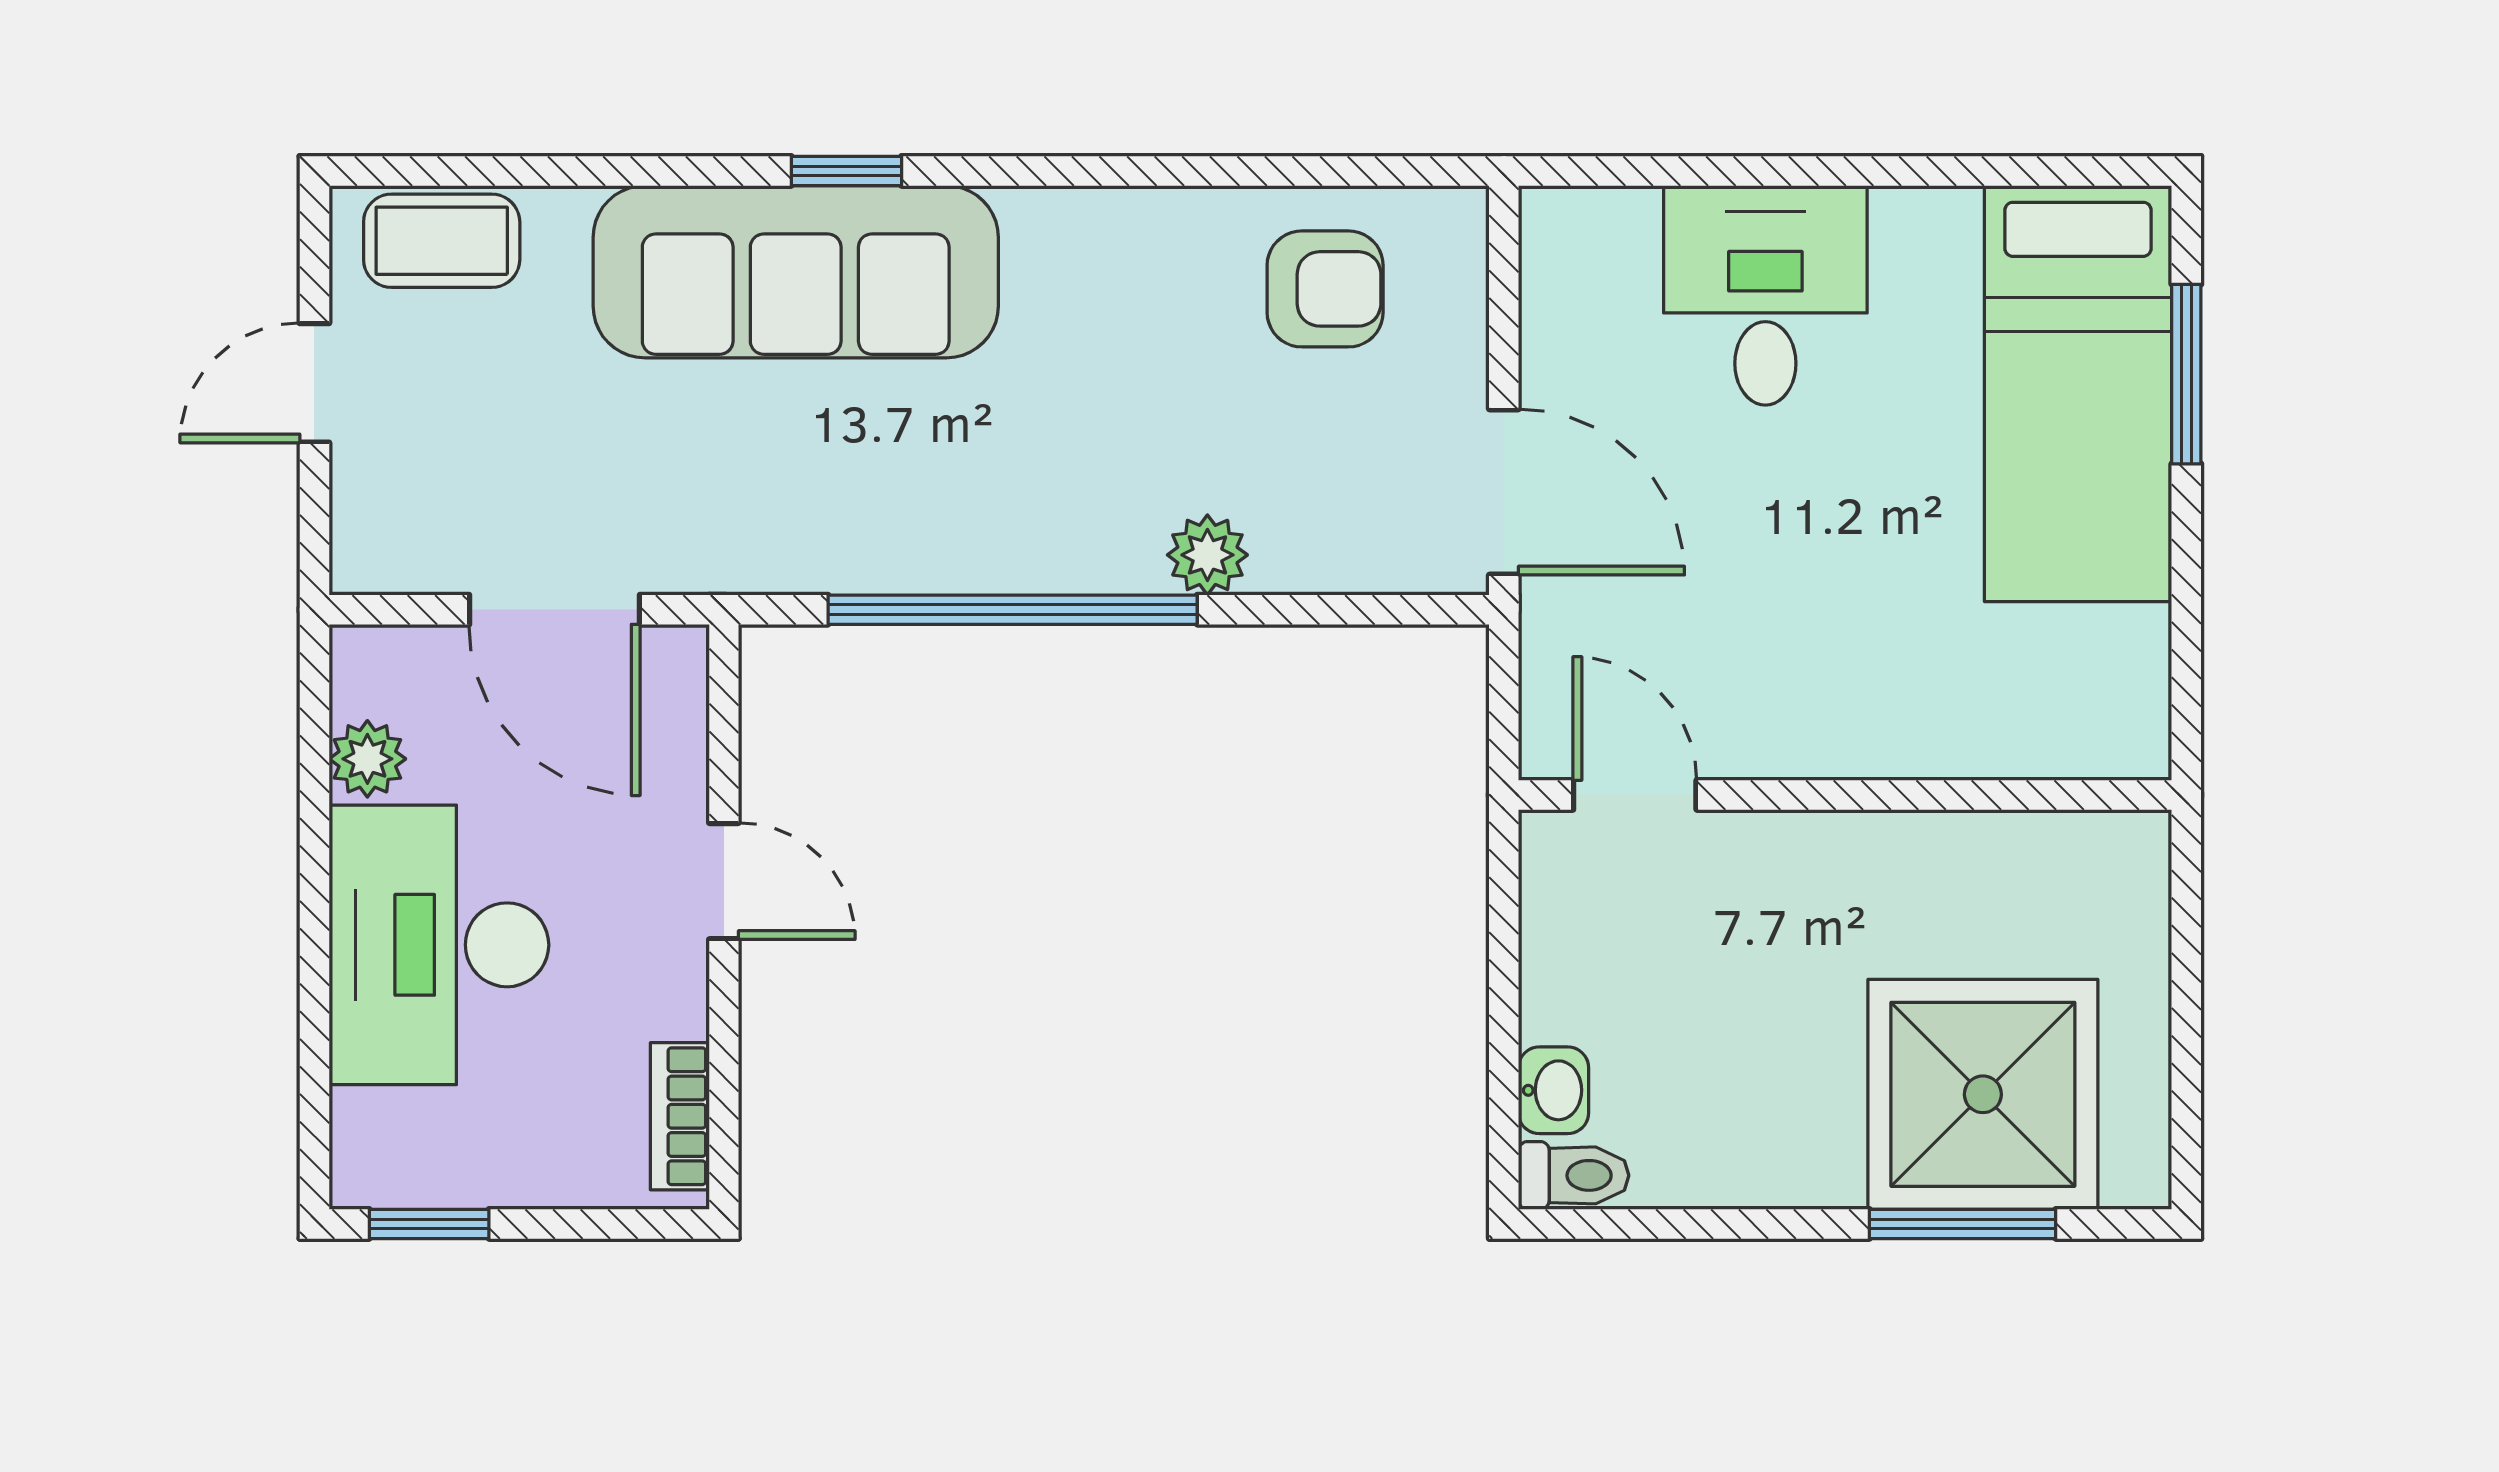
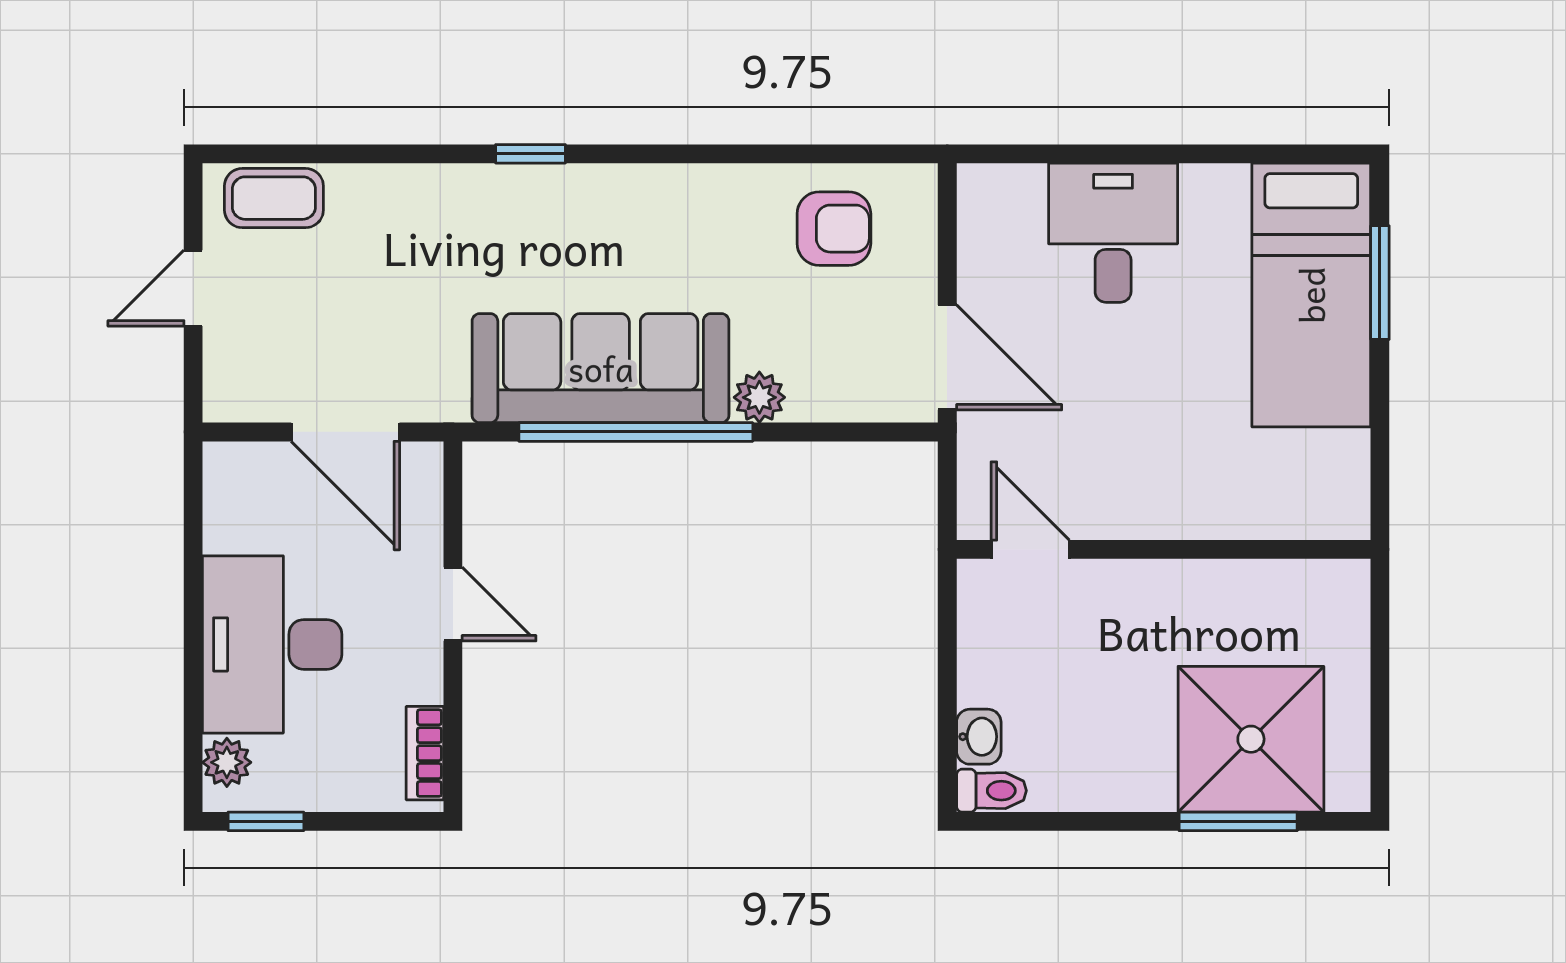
sofa: (796, 272) -> (601, 368), moved, turned 180
plant: (367, 759) -> (227, 762), moved

